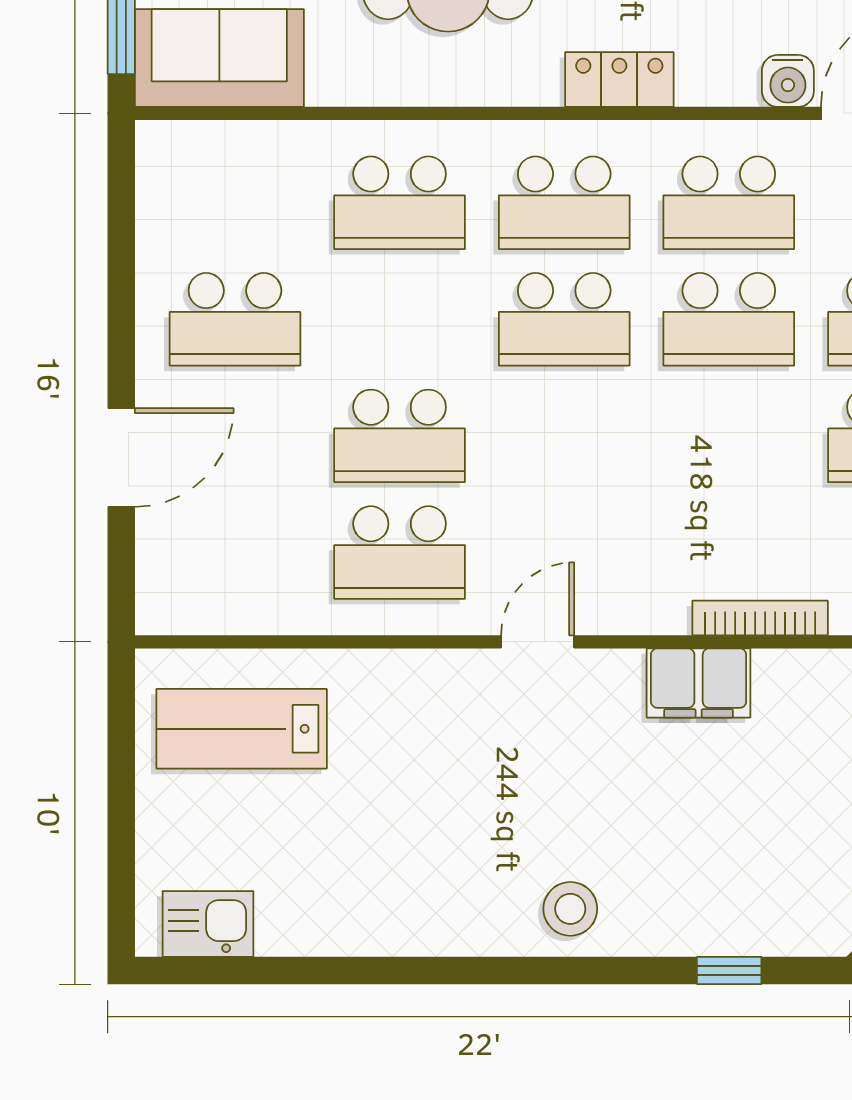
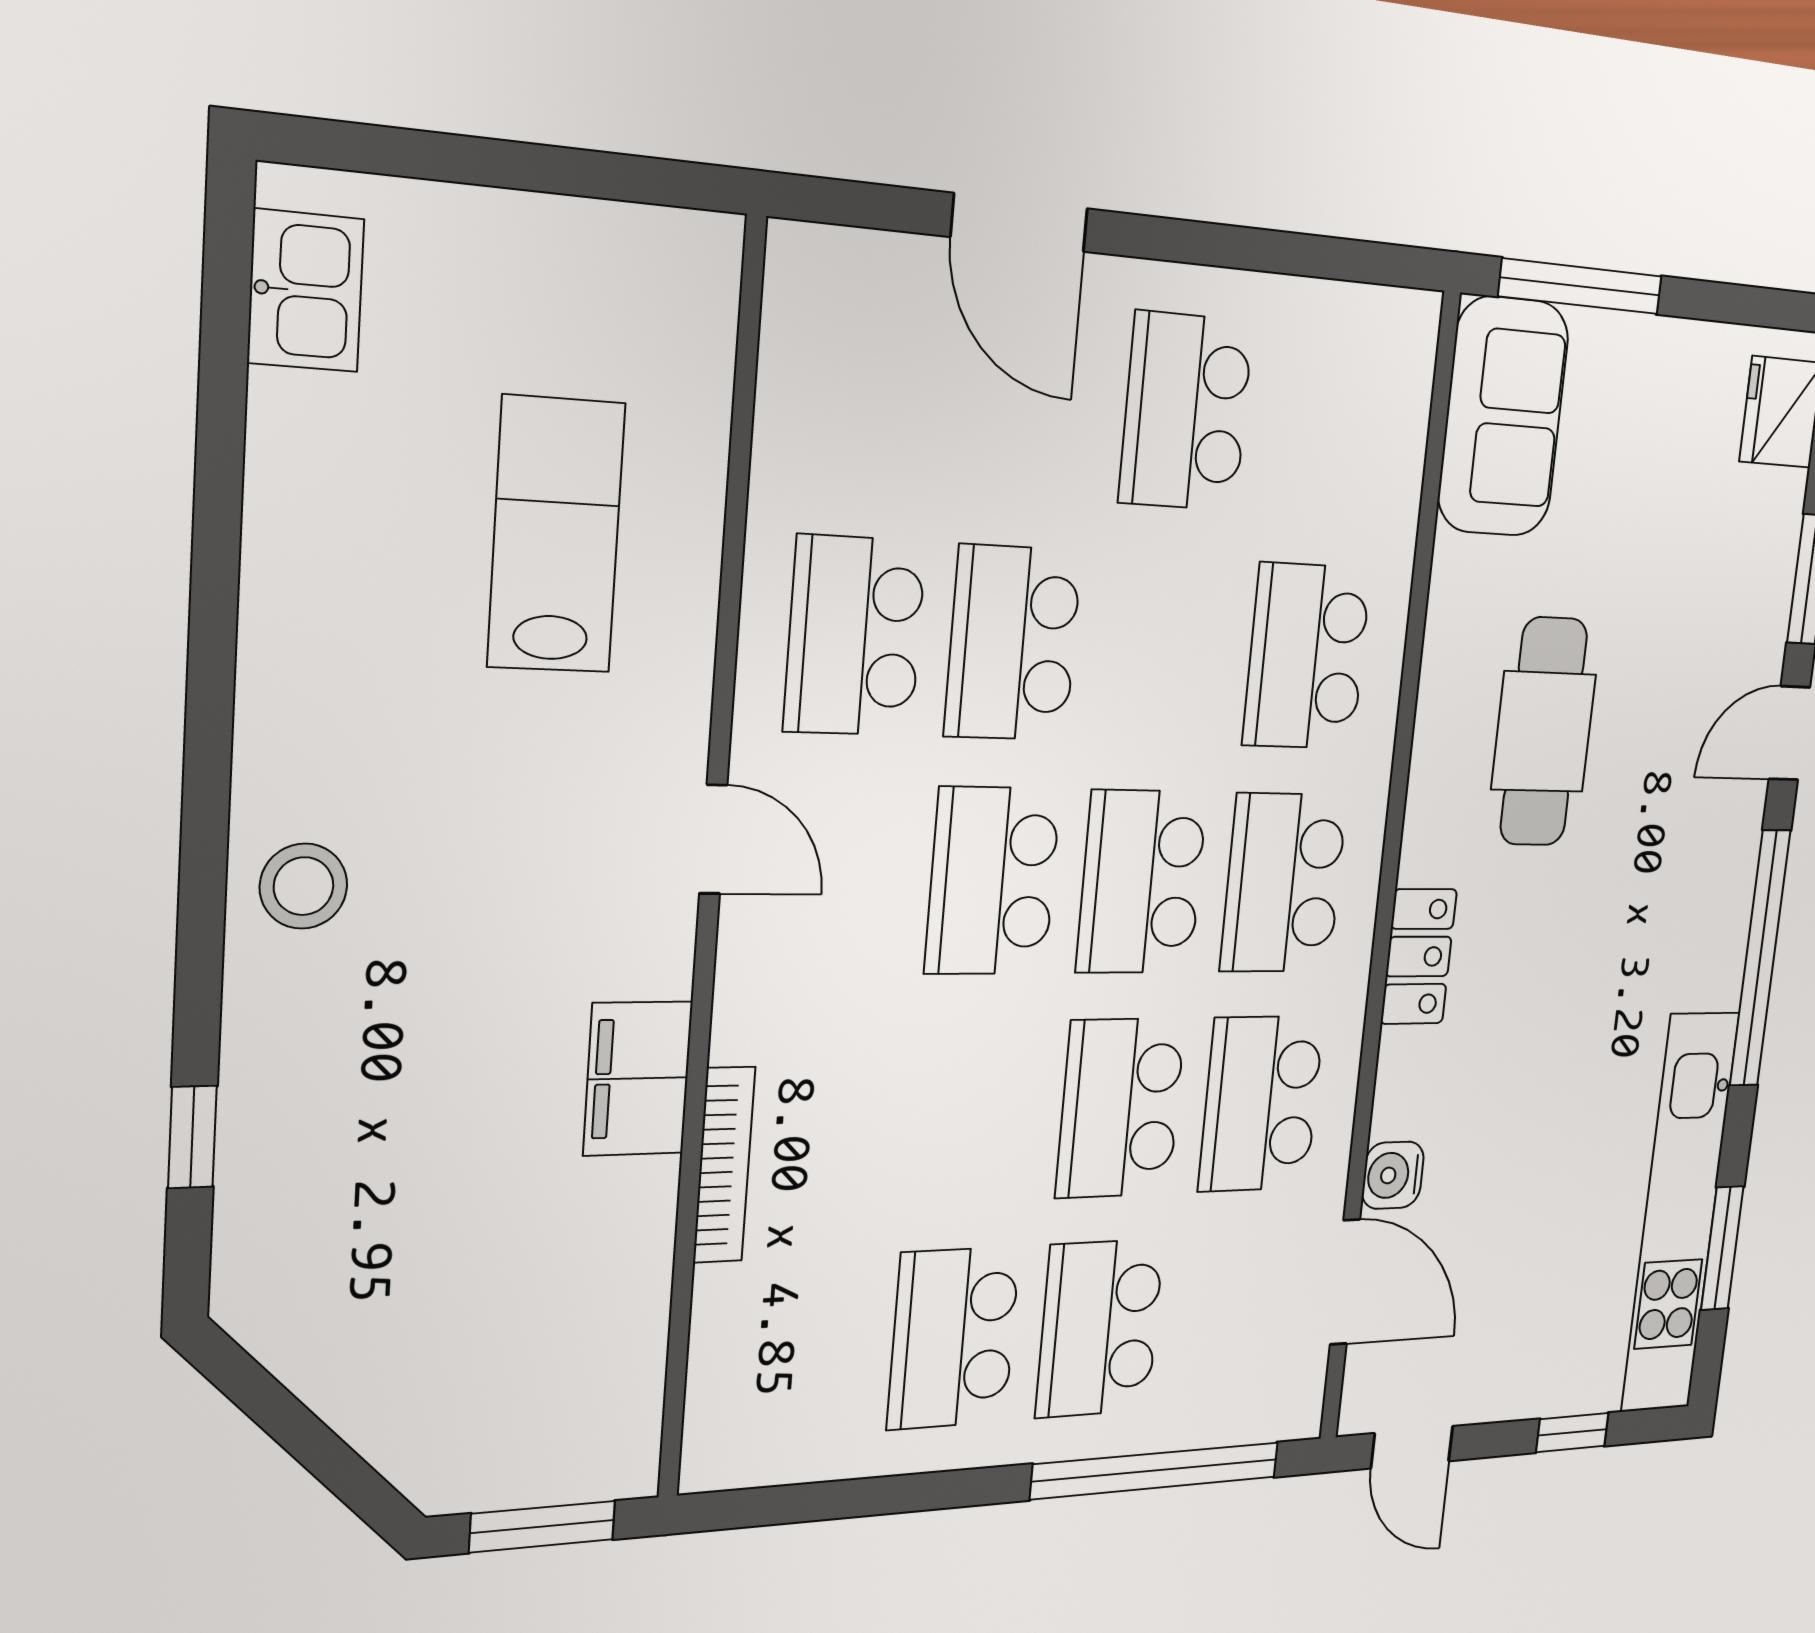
school desk: (564, 436) -> (993, 881), added
lab bench: (242, 729) -> (556, 535), moved

